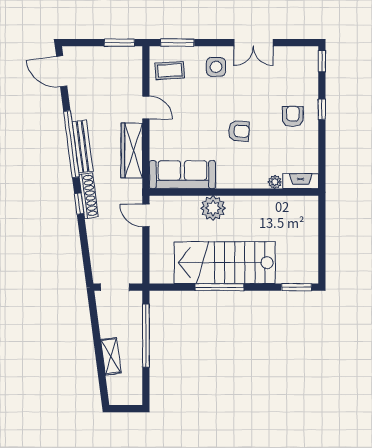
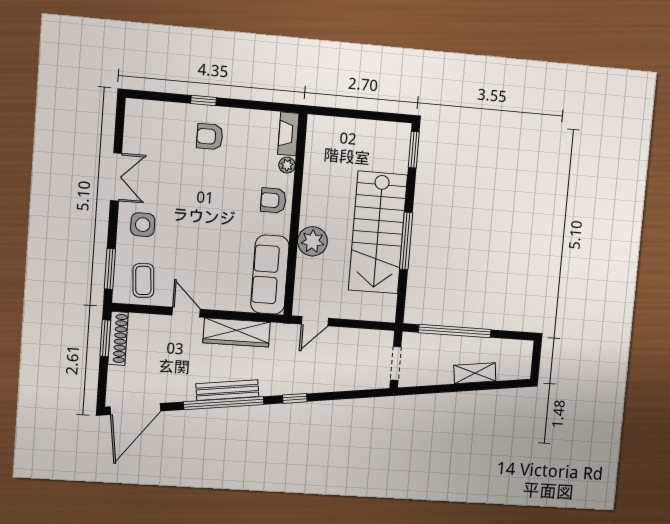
window: (322, 61) -> (144, 95), removed
door: (62, 71) -> (135, 409), width x1.36
door: (146, 107) -> (186, 312), hinge flipped
armchair: (239, 131) -> (273, 200), moved, turned -94
shoe rack: (89, 196) -> (118, 338), moved, turned 97

